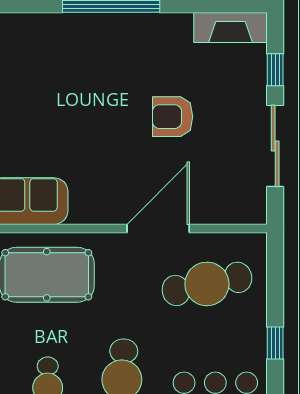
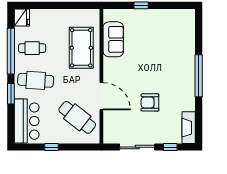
armchair: (173, 117) -> (150, 102), turned -90
cafe table: (207, 284) -> (77, 117), turned -40

